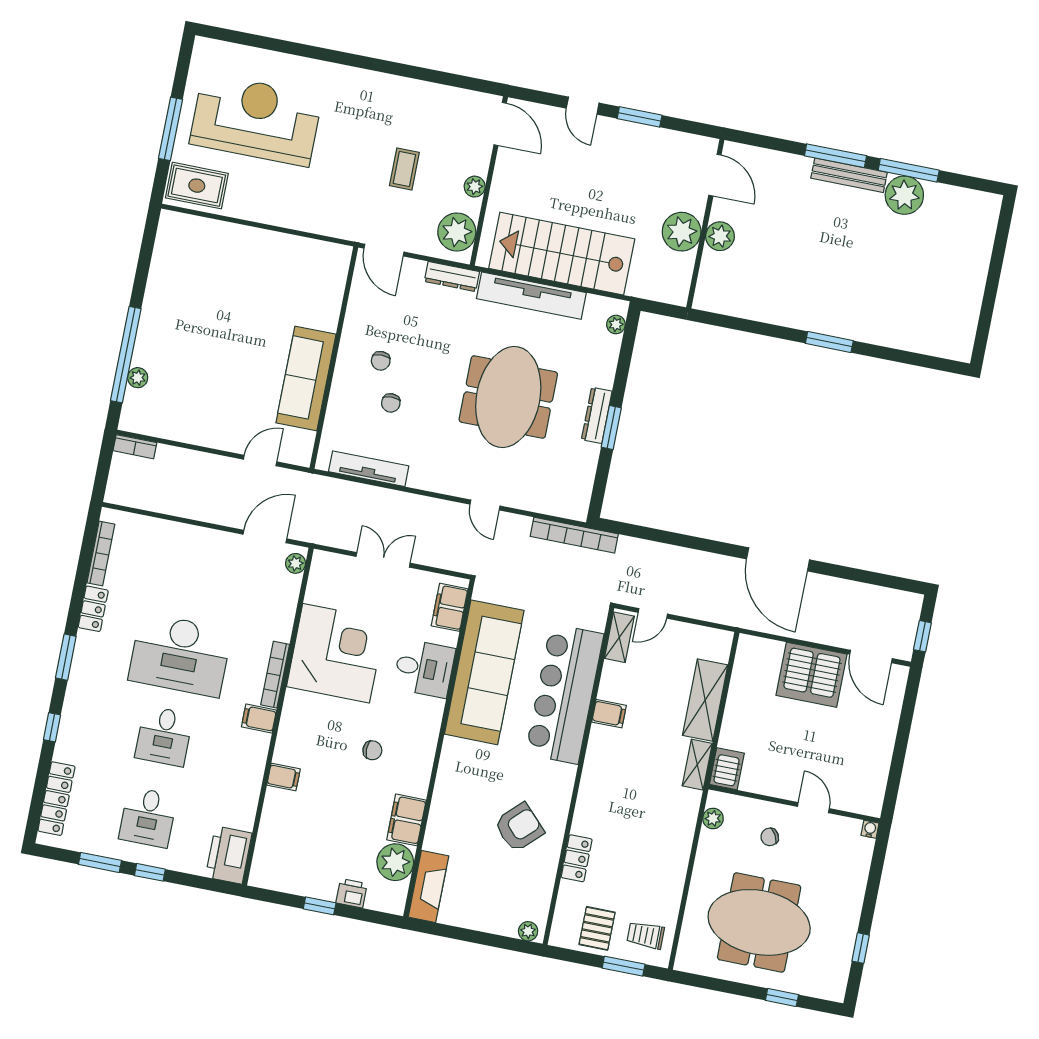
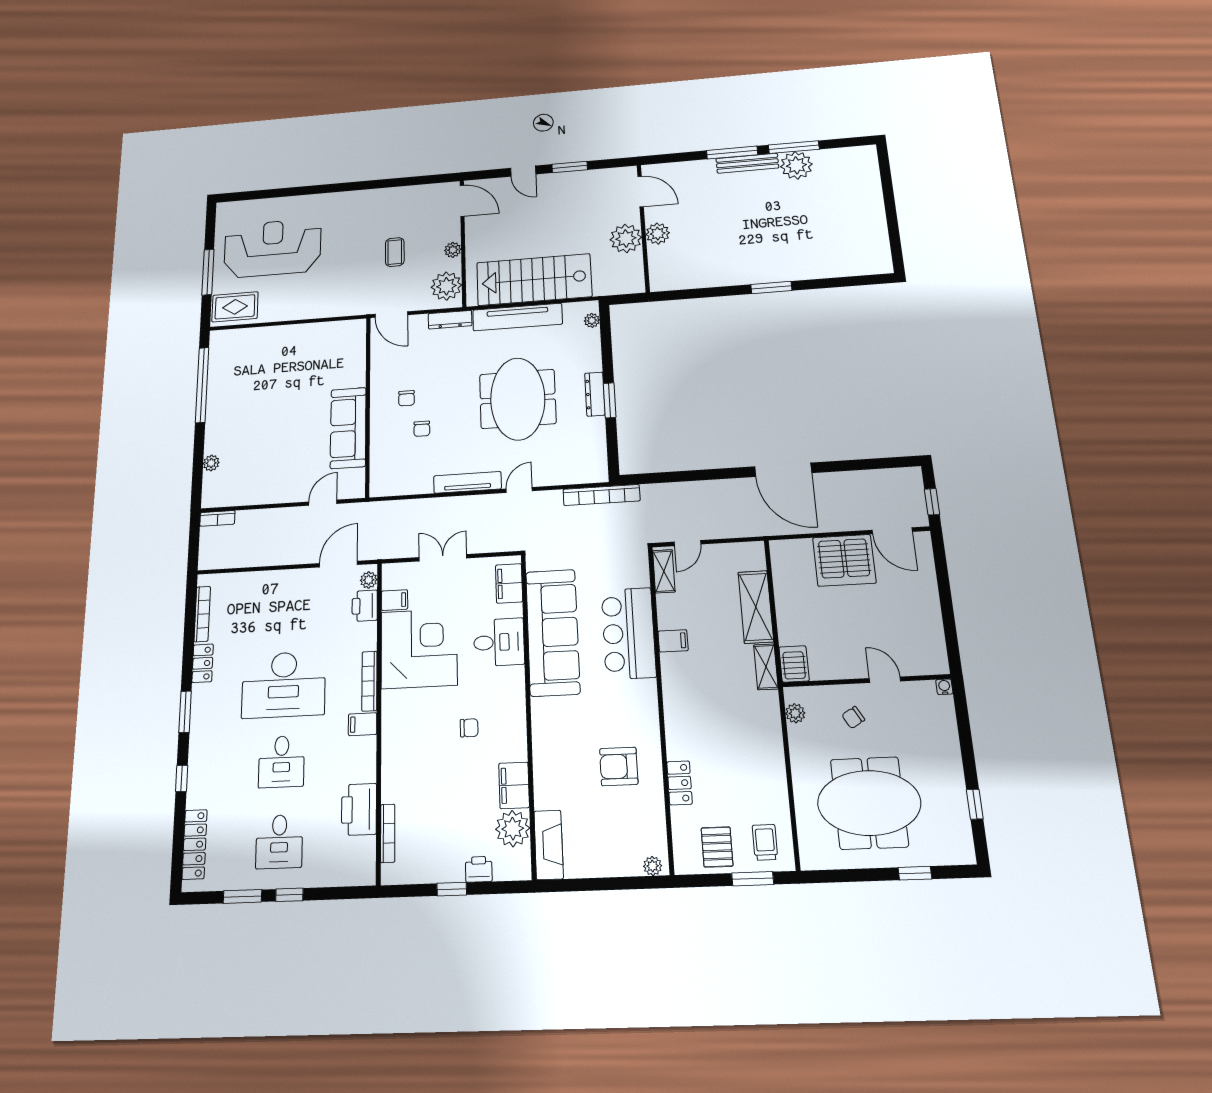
window: (126, 355) -> (202, 385), moved
tv unit: (369, 469) -> (467, 482), moved
door: (485, 505) -> (519, 490), swing flipped
printer: (286, 591) -> (365, 606), added
bar counter: (565, 694) -> (629, 633), width x0.73
filing cabinet: (284, 777) -> (394, 600), moved
armchair: (519, 827) -> (619, 766), turned -136
bookcase: (264, 836) -> (388, 833), added
printer: (229, 855) -> (359, 809), moved
trolley: (646, 935) -> (765, 842), turned 90

